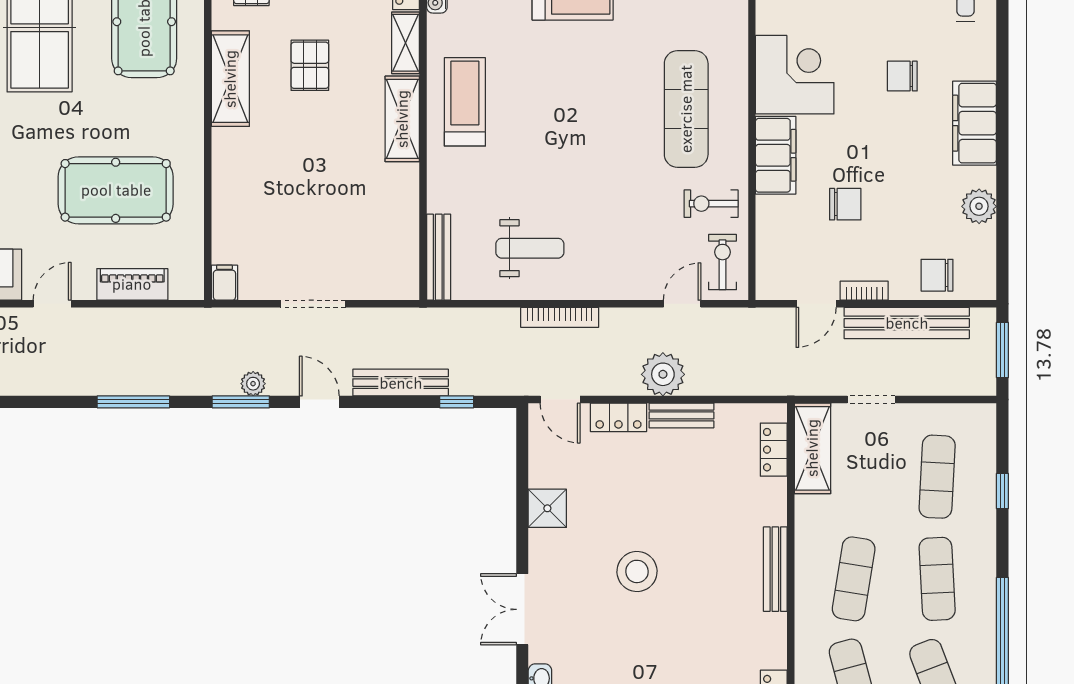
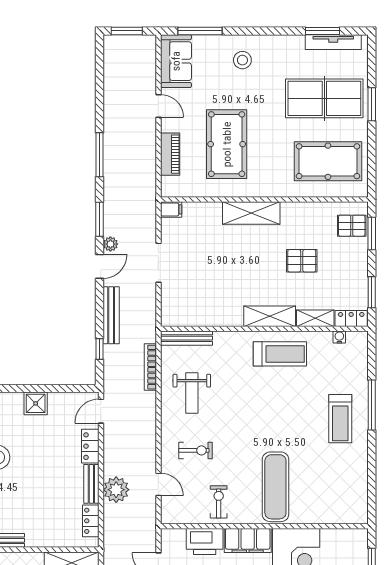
shelving: (230, 79) -> (251, 213), moved
exercise mat: (686, 109) -> (275, 487), turned 90
printer: (777, 227) -> (205, 542), added
exercise bike: (722, 262) -> (195, 450), moved
bookcase: (560, 317) -> (150, 367), moved
plant: (663, 374) -> (116, 490), moved
plant: (253, 384) -> (110, 244), moved
locker: (774, 450) -> (91, 521), moved, turned -90

